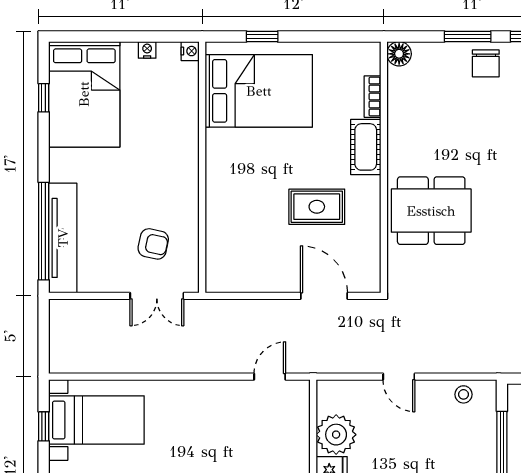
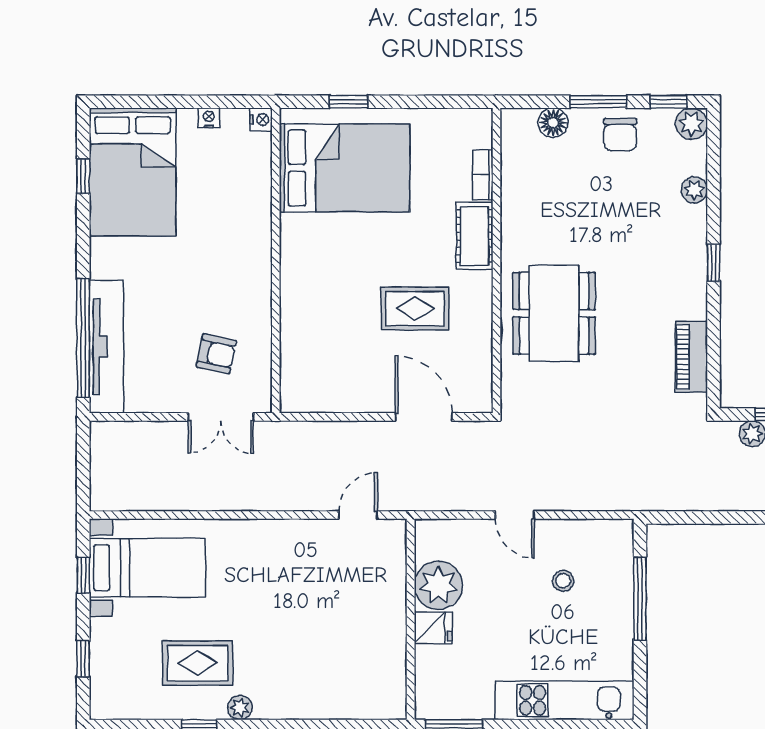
floor lamp: (399, 54) -> (553, 123), moved
dining table: (431, 211) -> (554, 313), turned 90
stool: (463, 394) -> (563, 581), moved

